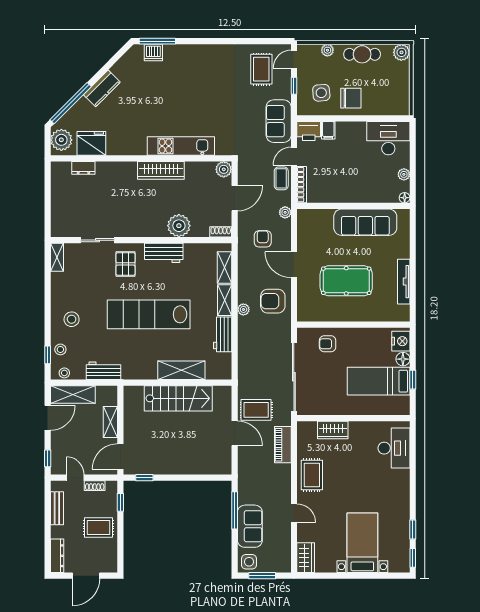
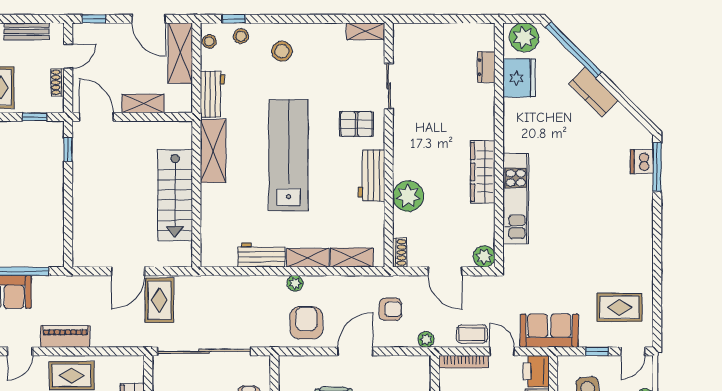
door: (294, 59) -> (633, 351), swing flipped
shelving: (181, 370) -> (213, 151), moved
piano: (283, 445) -> (65, 336), moved

